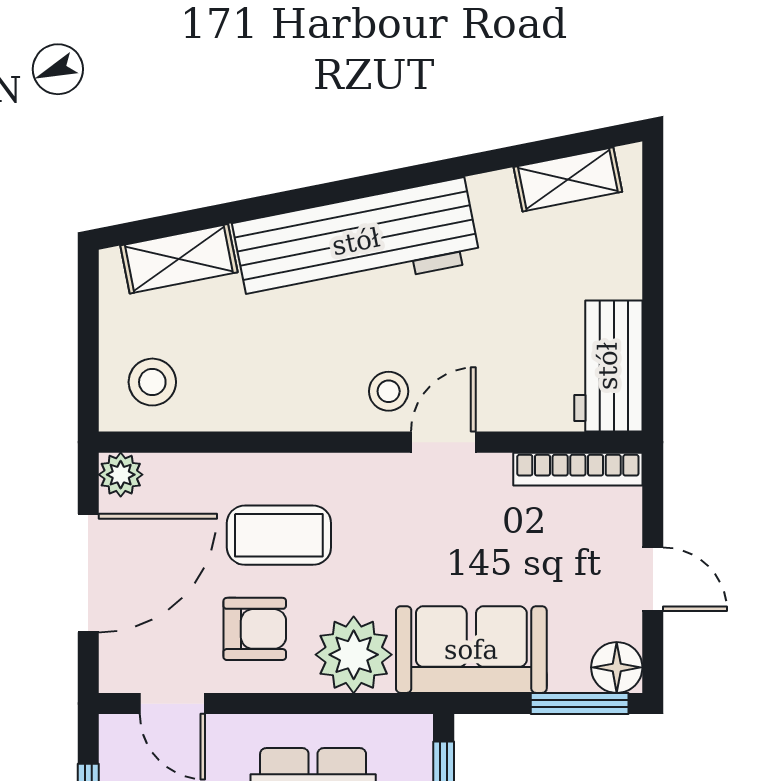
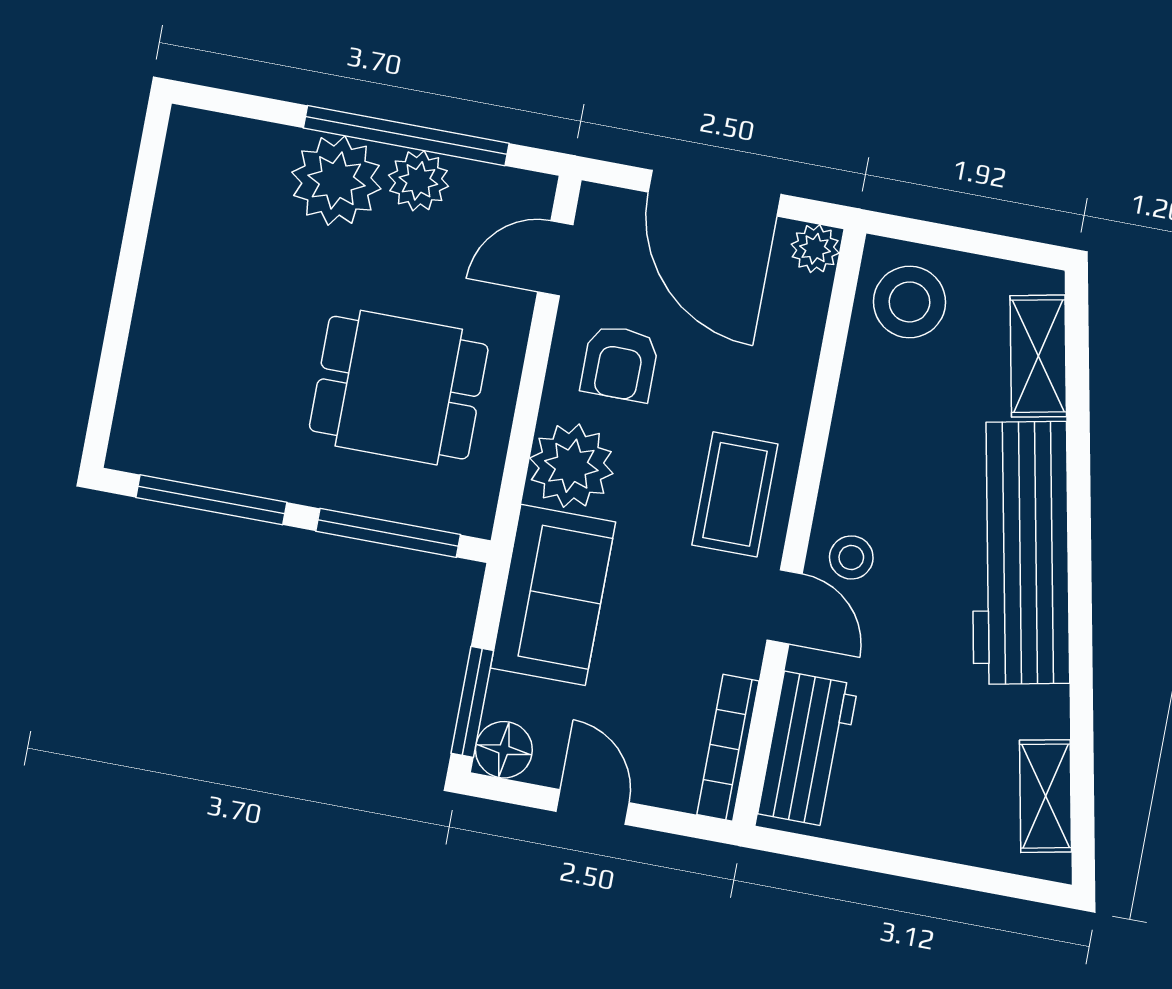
workbench: (608, 366) -> (808, 749), moved, turned 90
stool: (152, 382) -> (910, 302), width x1.38, depth x1.38
coffee table: (279, 535) -> (735, 494), moved
door: (653, 579) -> (593, 807), swing flipped

